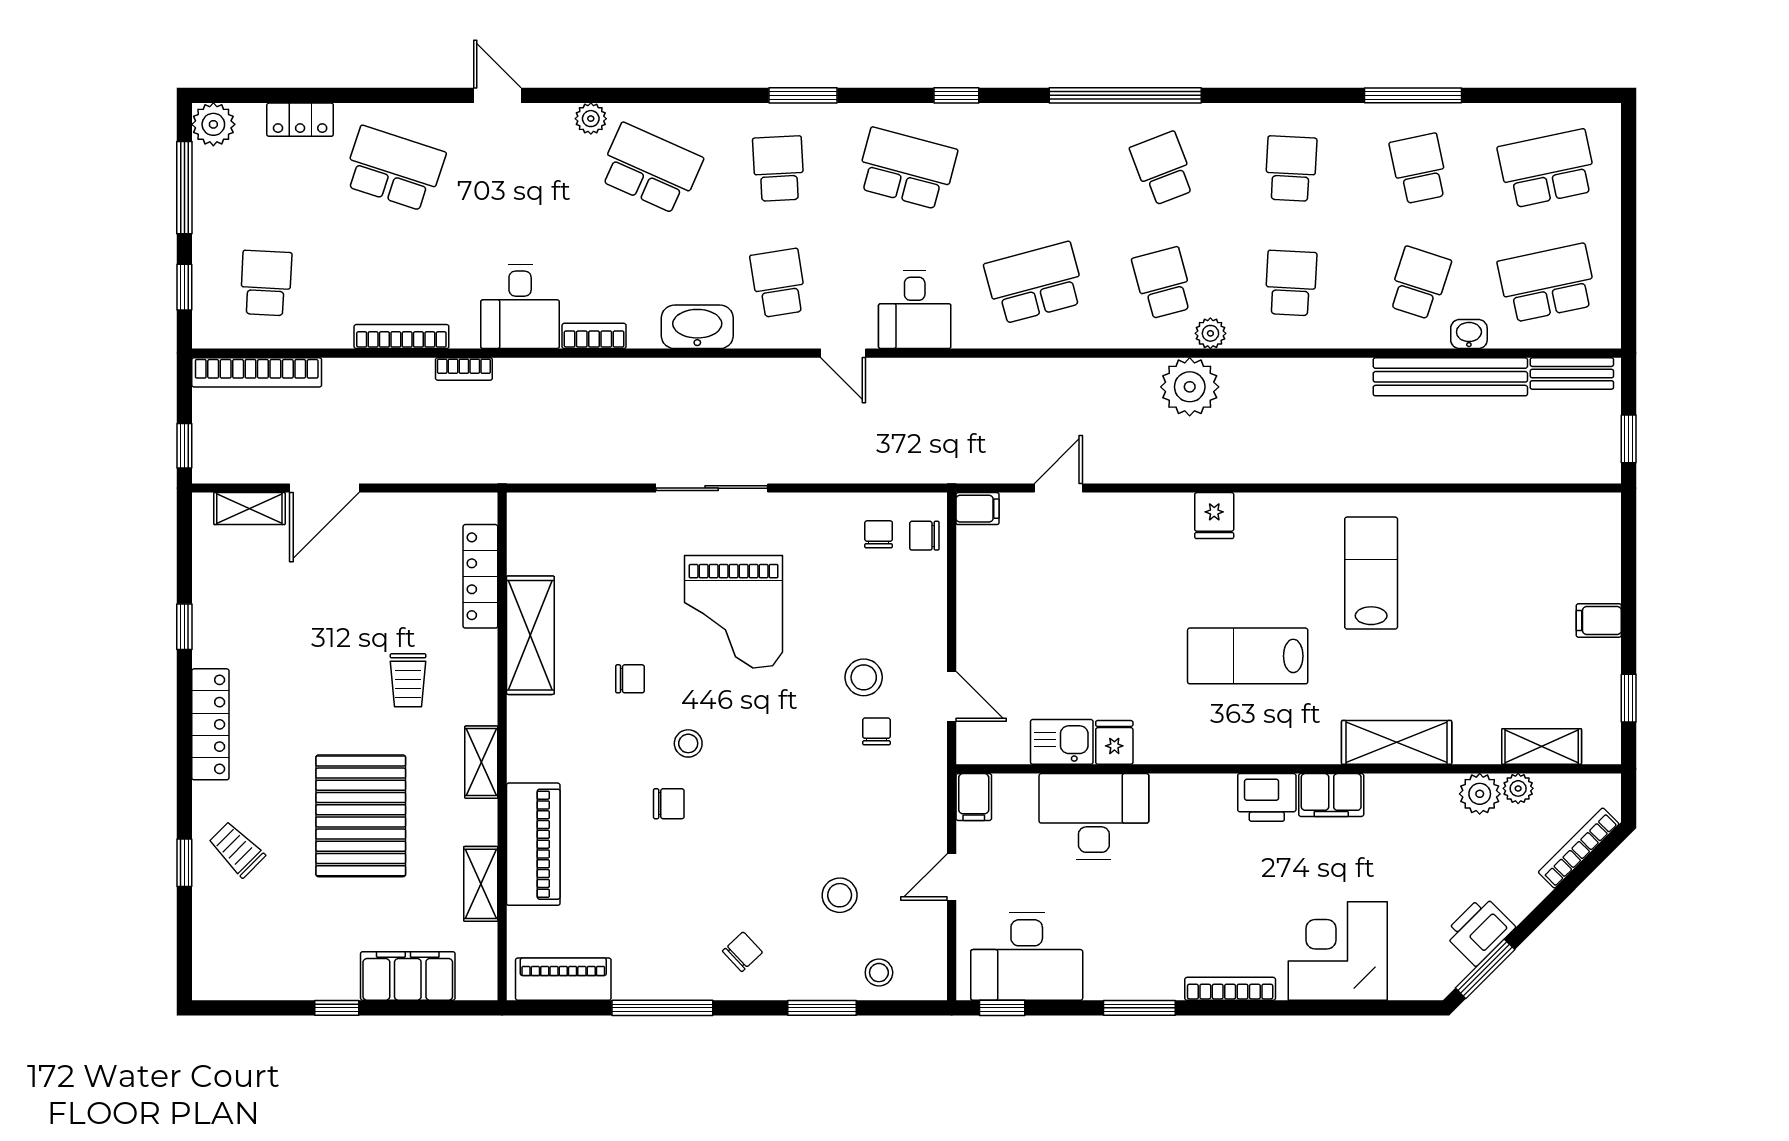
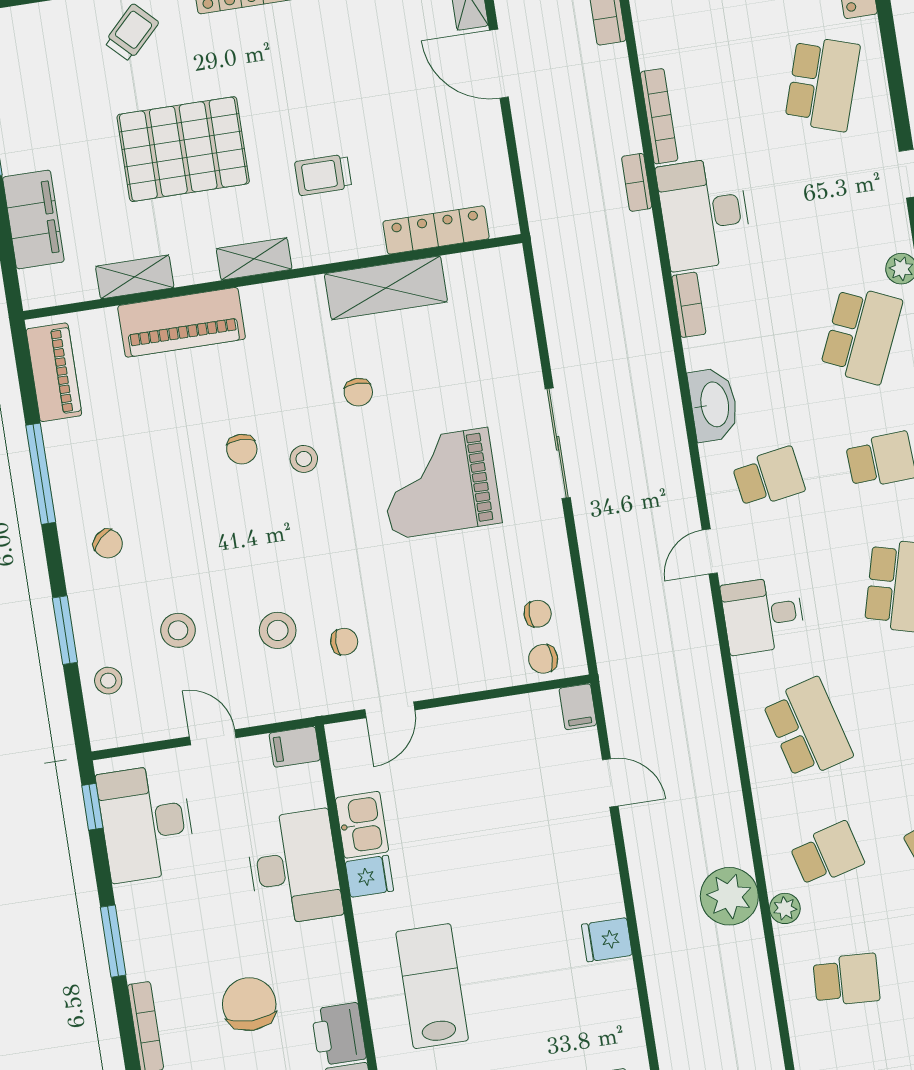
desk: (520, 306) -> (704, 214), width x1.37
chair: (924, 536) -> (543, 659), turned -90
lab bench: (1248, 656) -> (432, 986), moved
stool: (864, 677) -> (278, 630), moved
chair: (1223, 882) -> (249, 1004), added

